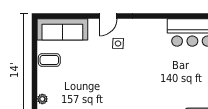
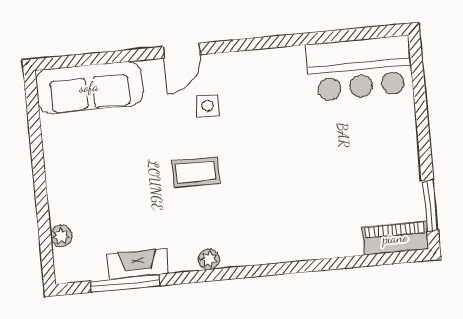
coffee table: (49, 60) -> (196, 172), moved

